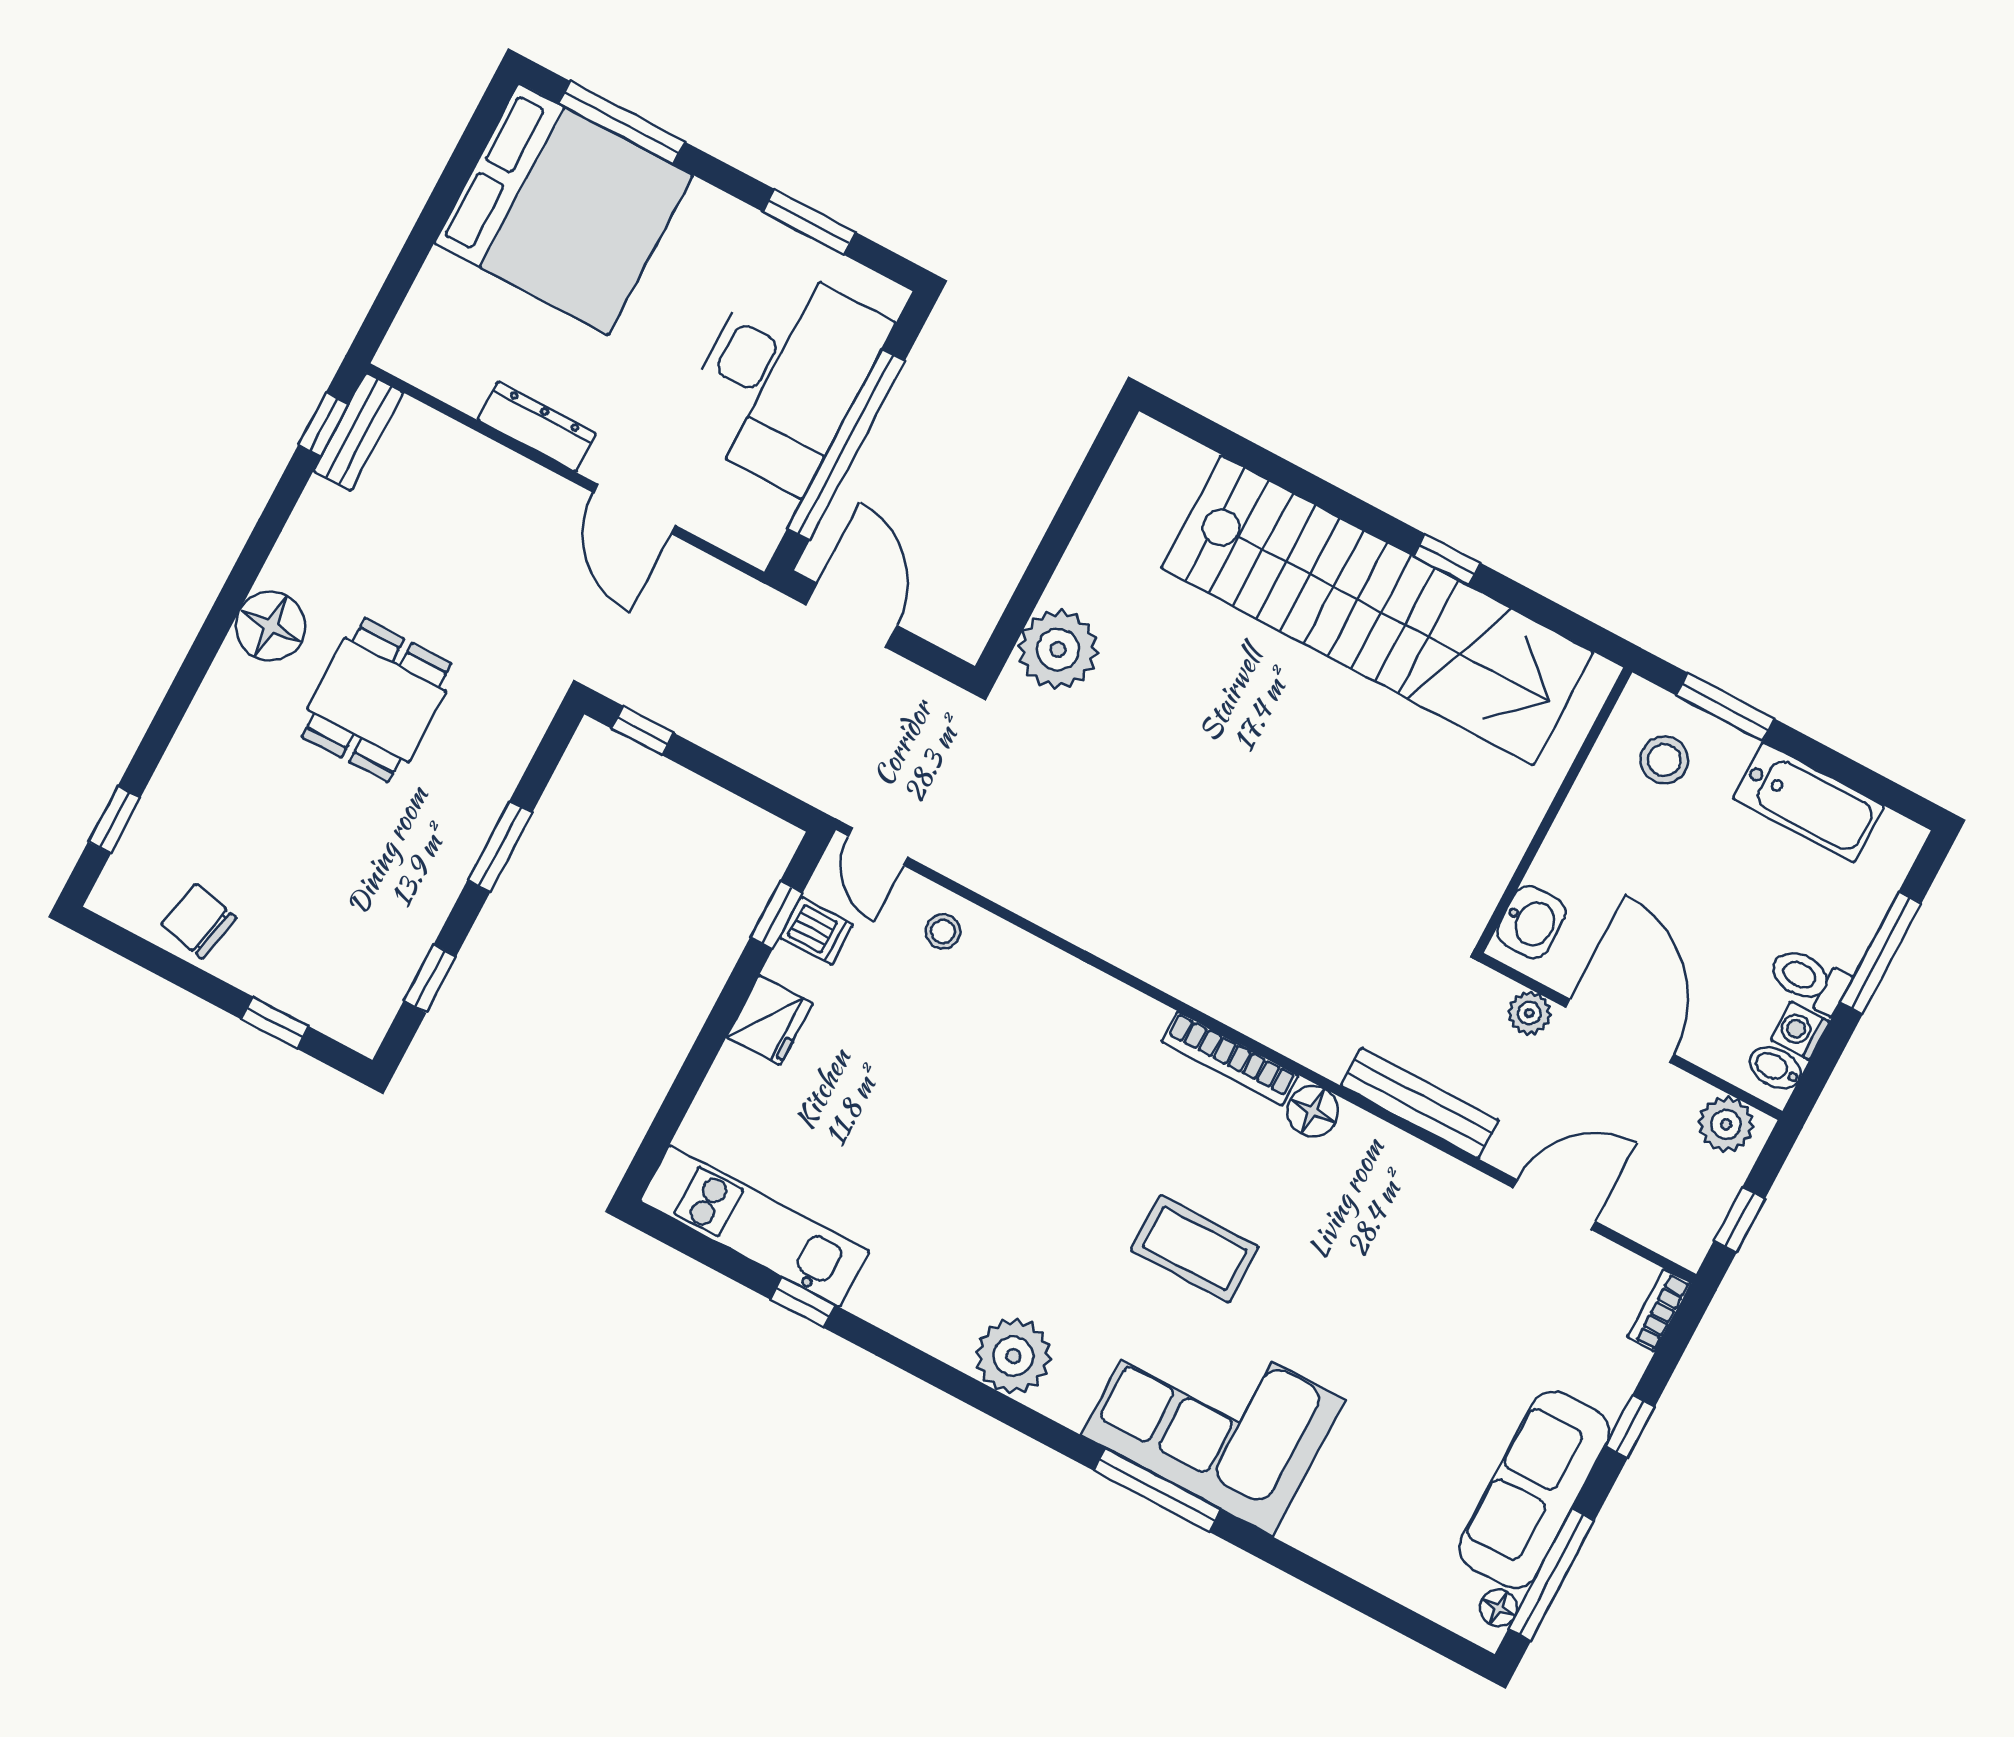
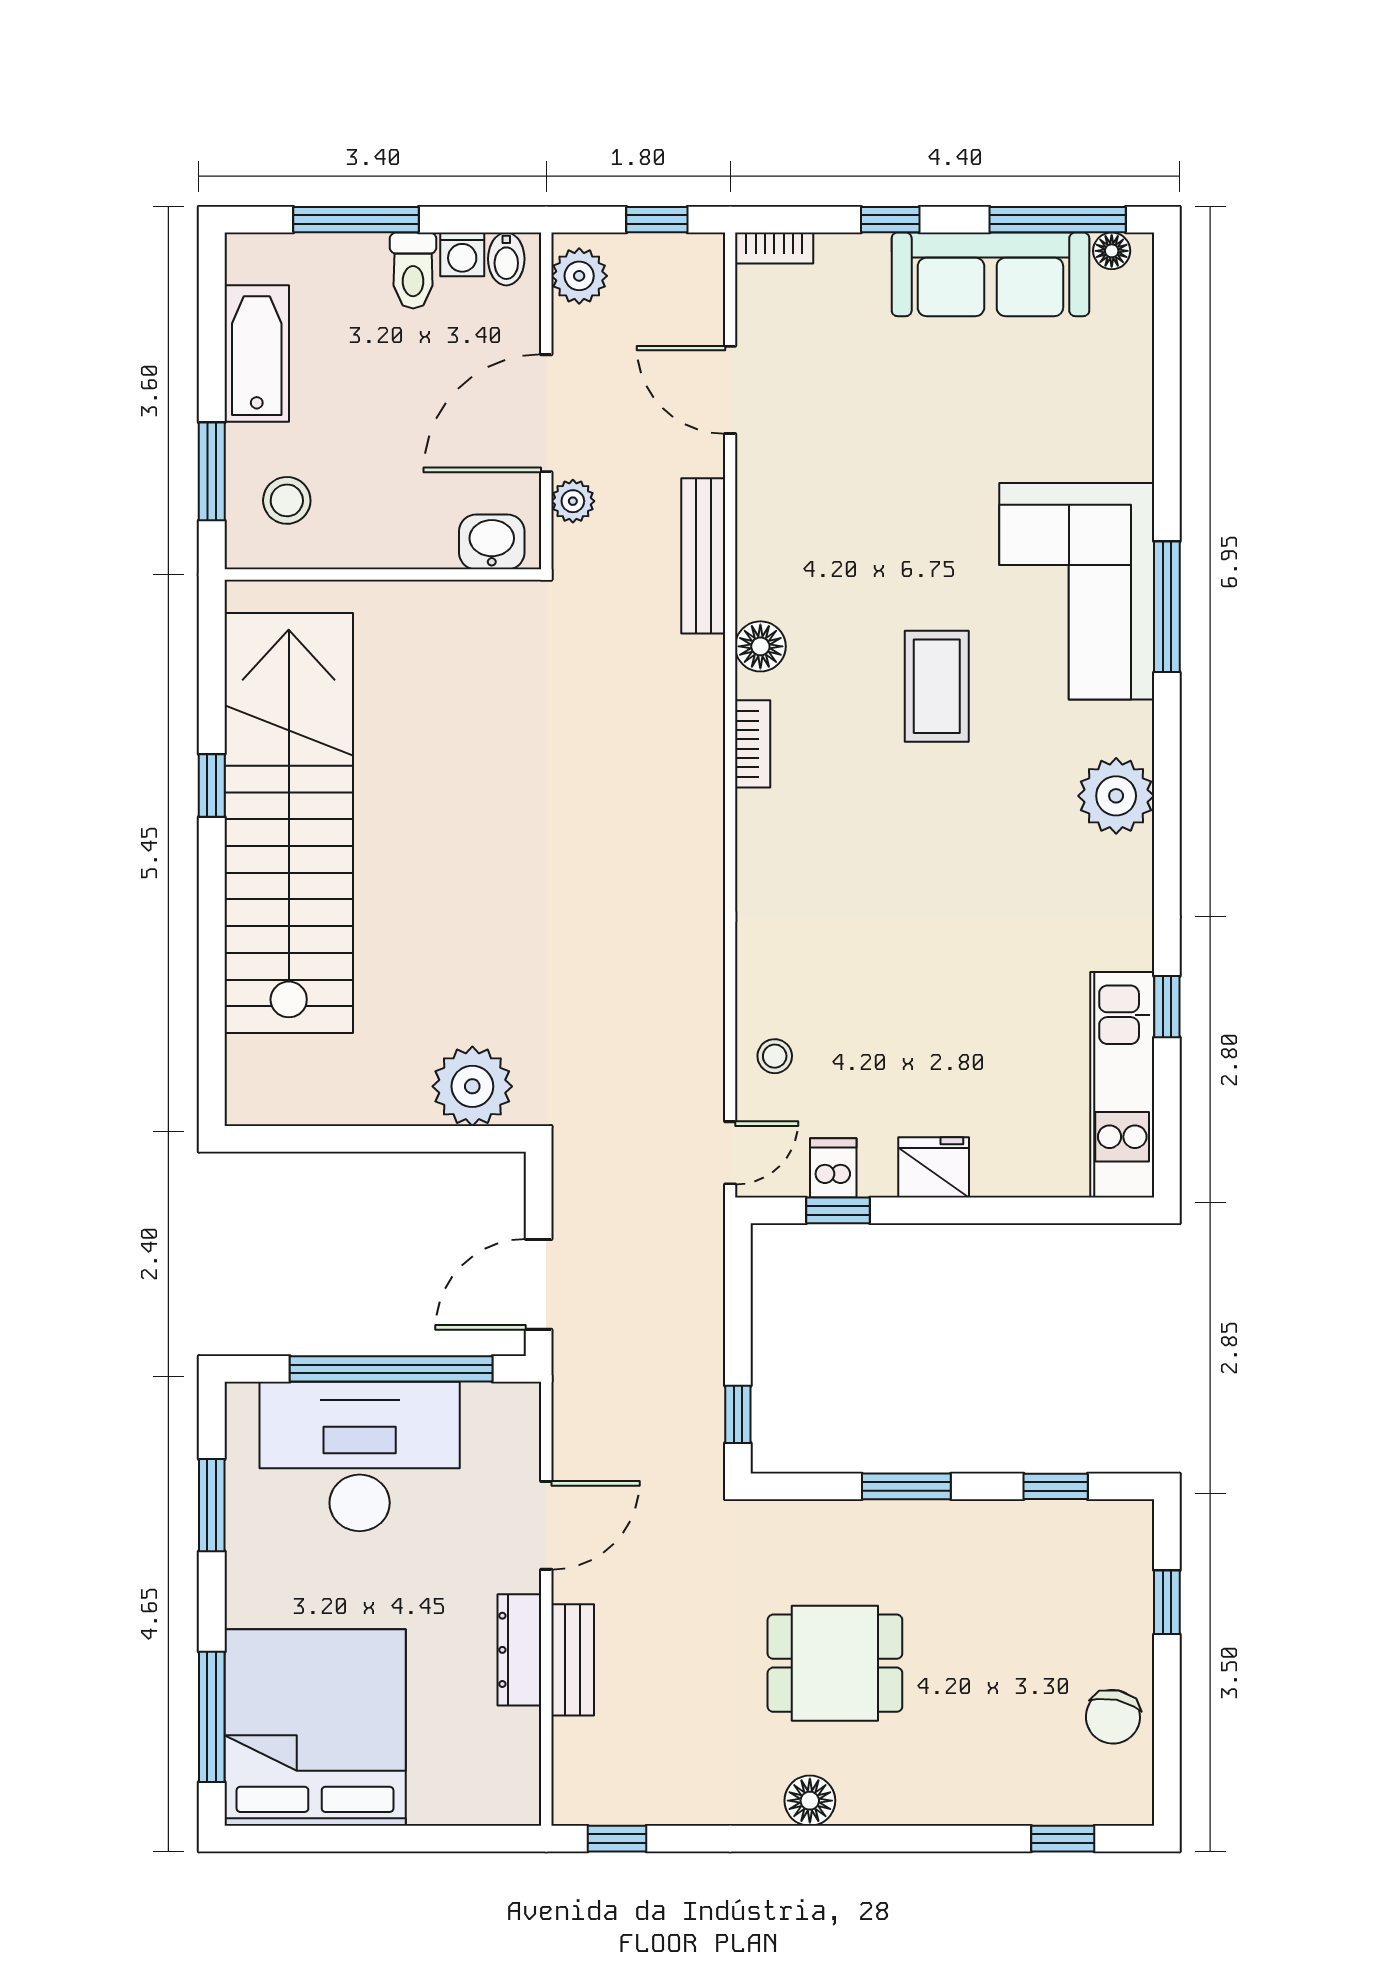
bench: (358, 432) -> (573, 1660), moved, turned 90
floor lamp: (271, 626) -> (810, 1801), width x0.73, depth x0.73
bookcase: (1230, 1059) -> (753, 744), width x0.64

